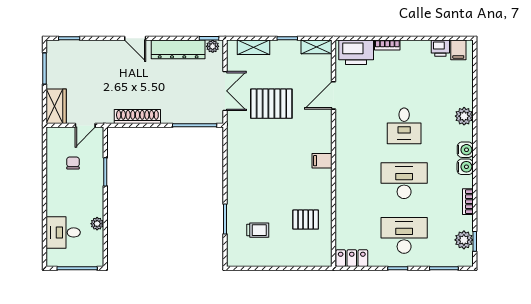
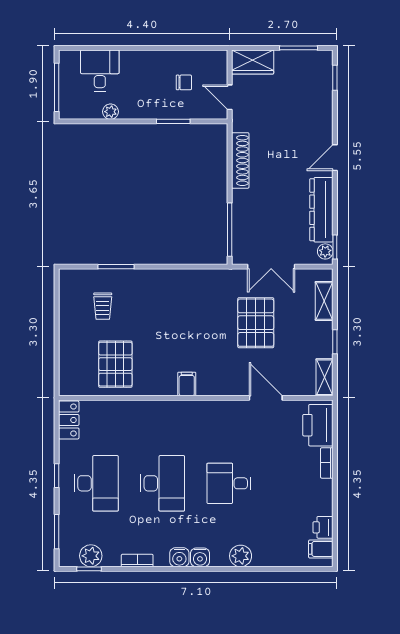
pallet: (306, 220) -> (115, 364), width x1.50, depth x1.42

